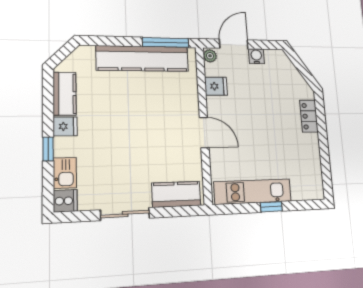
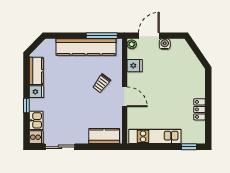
trolley: (168, 112) -> (102, 83), added
locker: (309, 116) -> (199, 109), moved
window: (271, 207) -> (189, 147), moved
sliding door: (125, 214) -> (60, 147), moved

